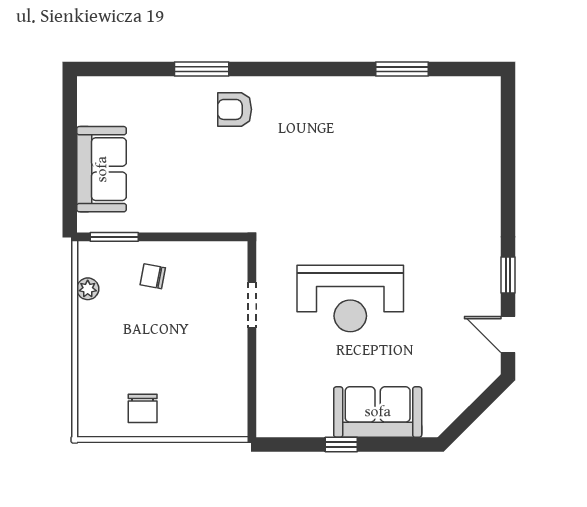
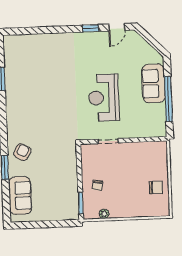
armchair: (235, 109) -> (22, 152), turned -151
sofa: (102, 169) -> (20, 196), moved, turned 90
reception desk: (350, 299) -> (104, 98), turned 180
window: (341, 445) -> (168, 99), width x3.17

